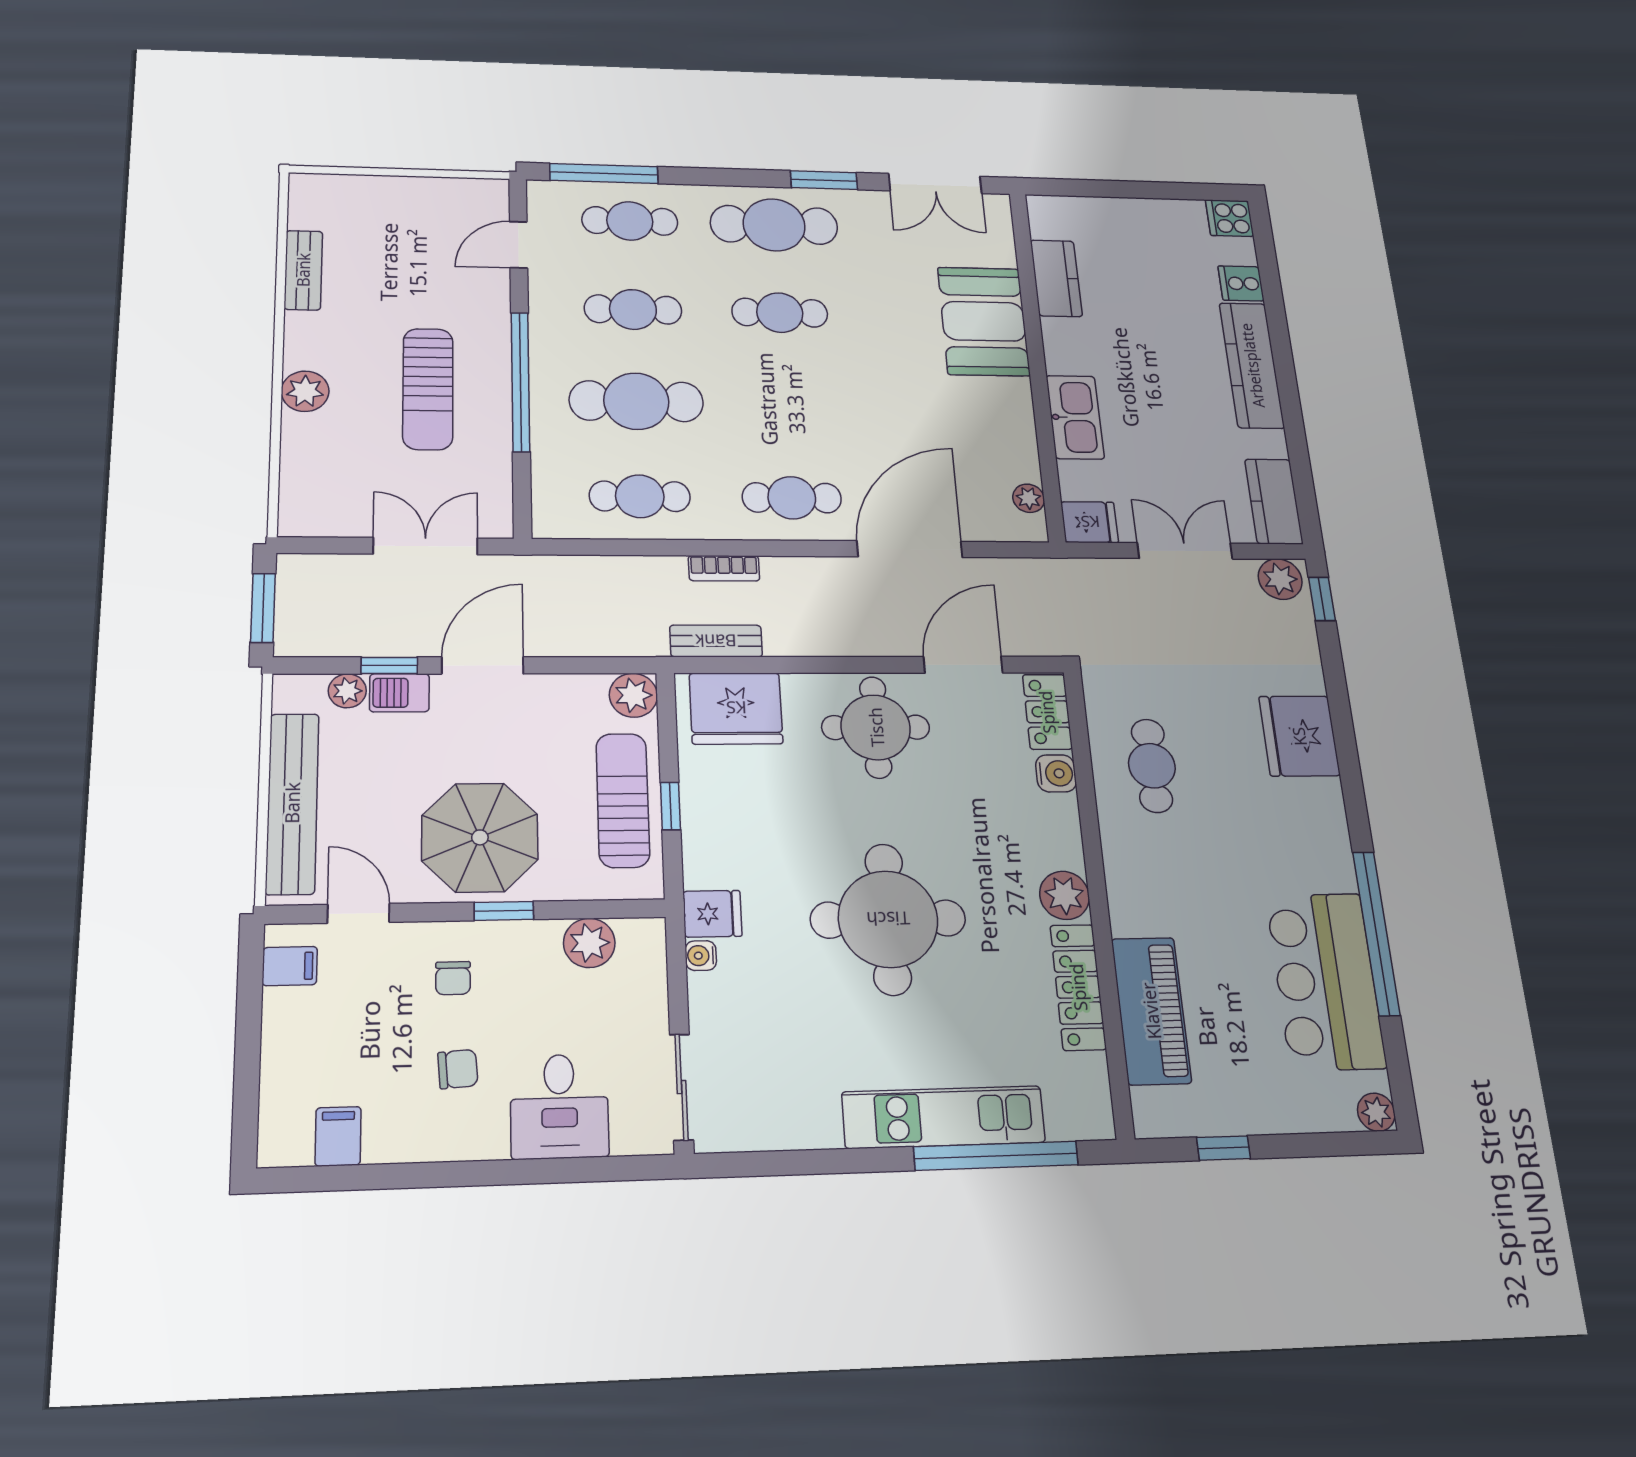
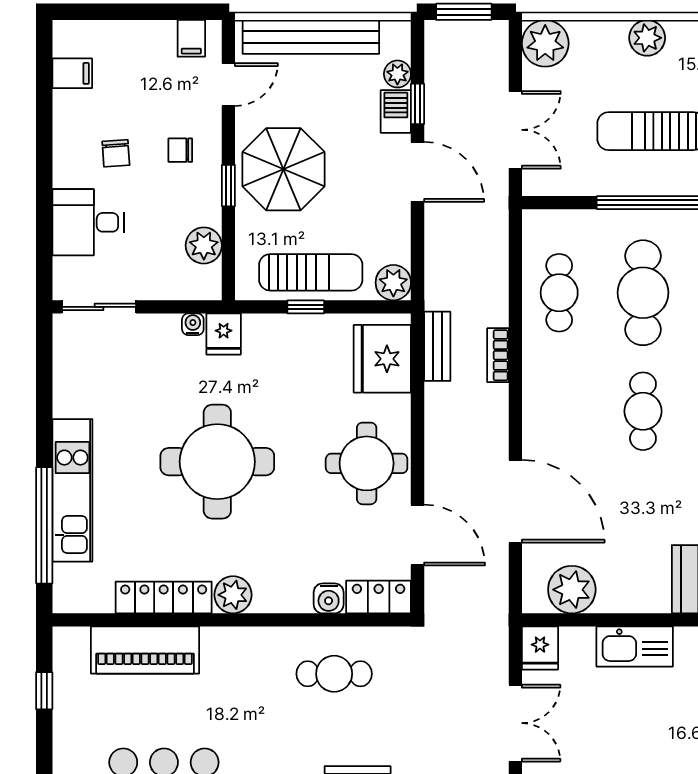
cafe table: (792, 498) -> (643, 411), moved
plant: (1029, 498) -> (572, 590), width x1.88, depth x1.88
plant: (309, 510) -> (545, 43), added

